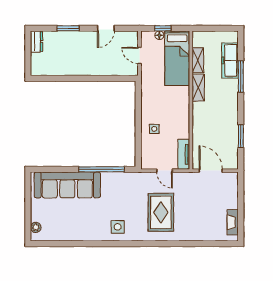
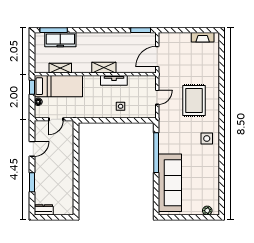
door: (106, 28) -> (32, 149), hinge flipped
window: (163, 28) -> (32, 87), moved
window: (241, 77) -> (54, 30), moved
shelving: (198, 88) -> (104, 68), moved
window: (241, 136) -> (141, 30), moved
tv unit: (184, 154) -> (114, 80), moved
rug: (161, 212) -> (194, 100), turned 90

